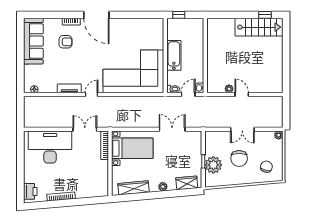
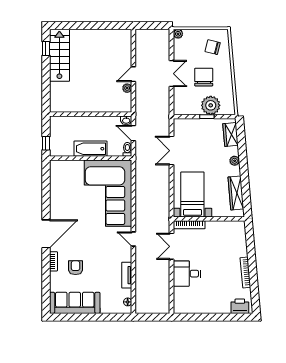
tv unit: (69, 88) -> (127, 275), moved
desk: (50, 147) -> (187, 274), width x0.53, depth x0.77
chair: (239, 158) -> (204, 77), turned -90

